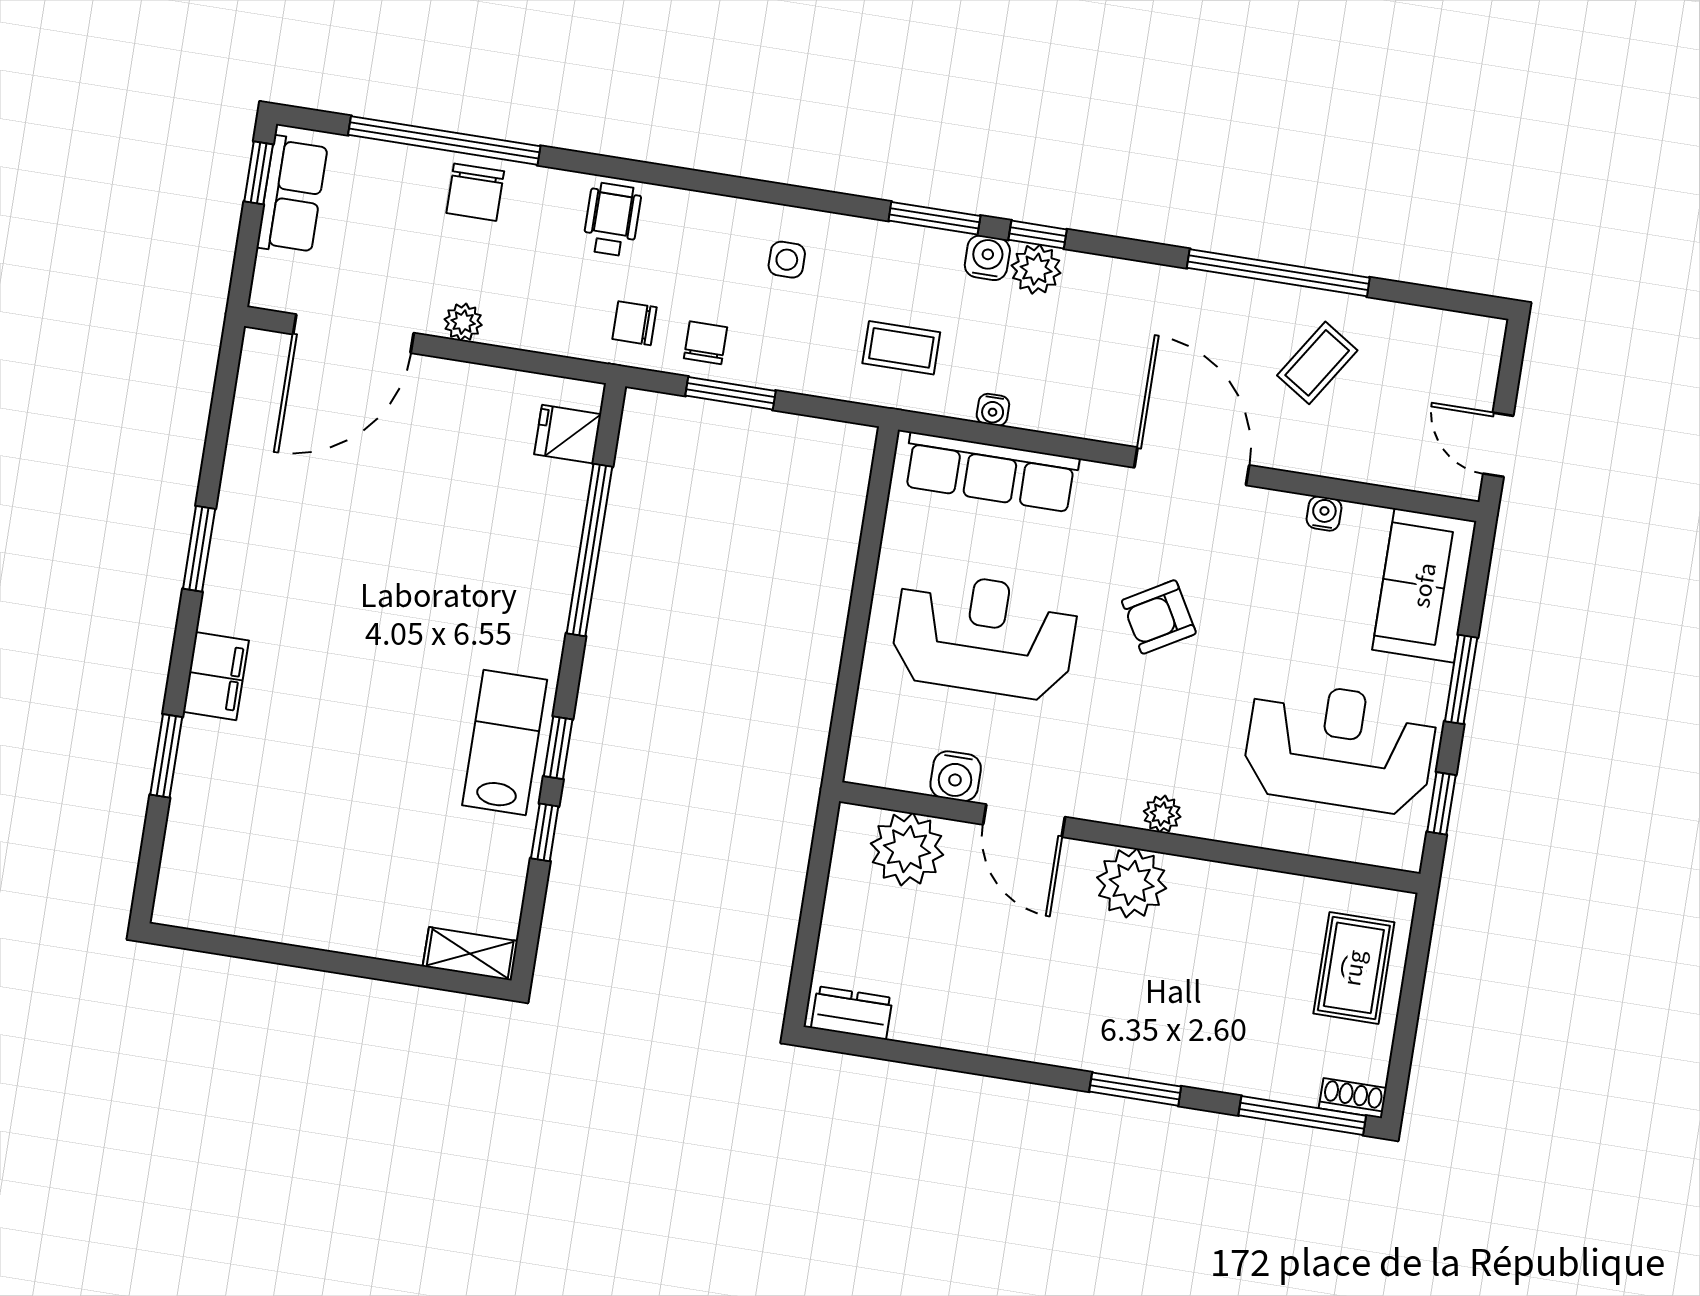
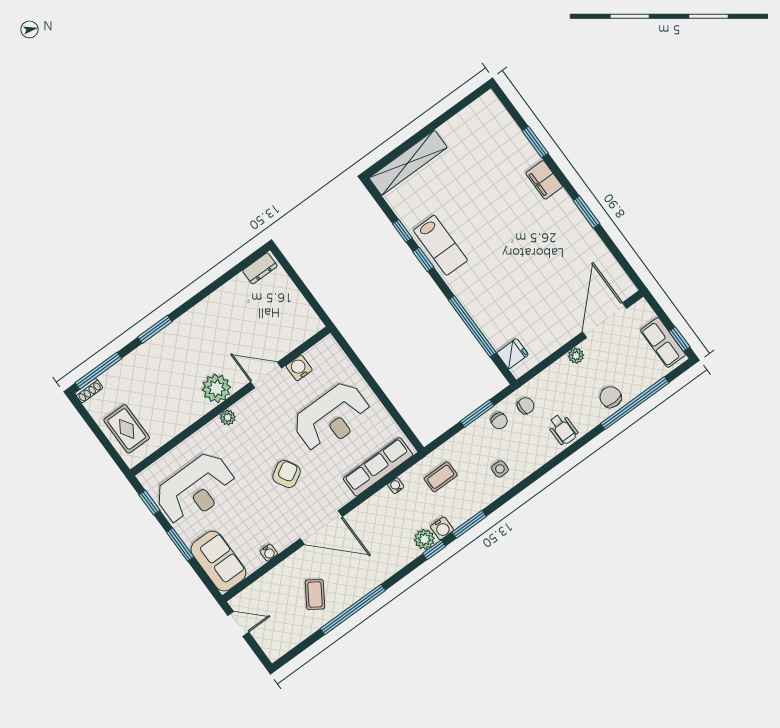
plant: (907, 849) -> (292, 332), removed
shelving: (470, 954) -> (408, 163), width x2.20, depth x1.33

